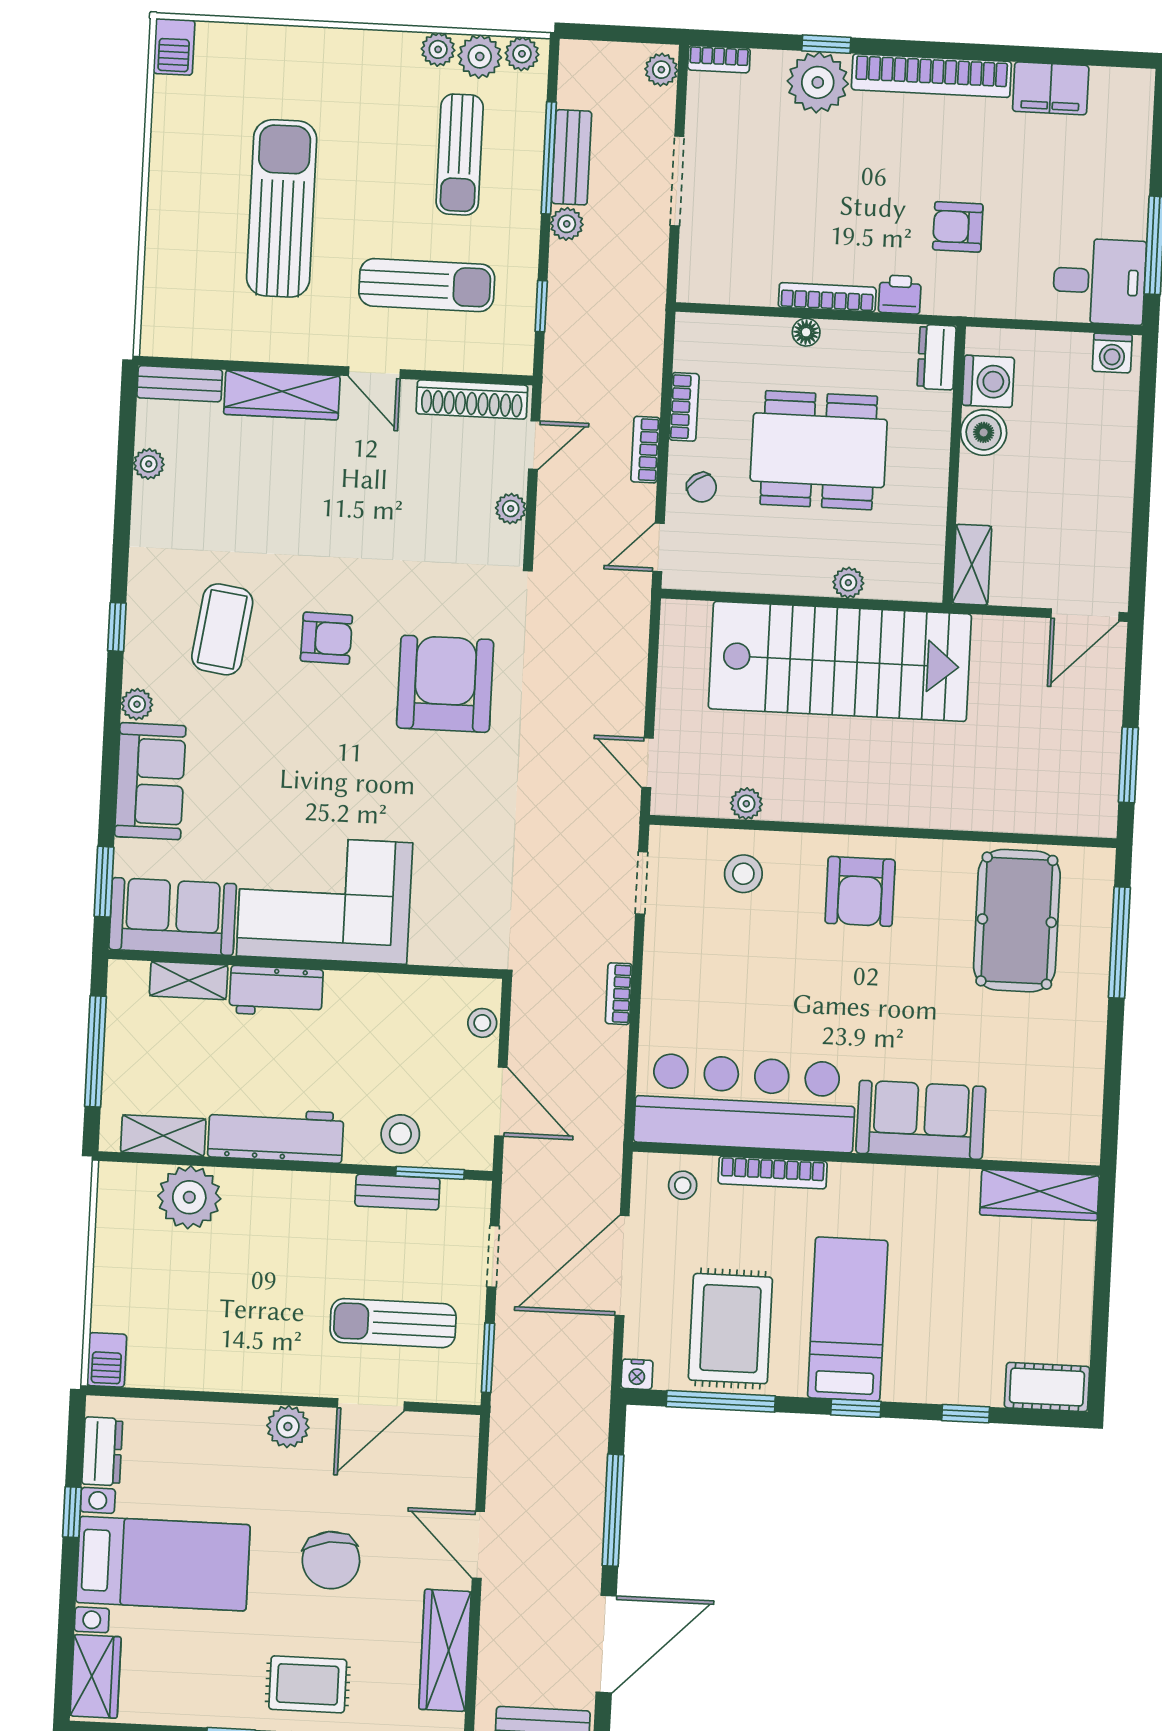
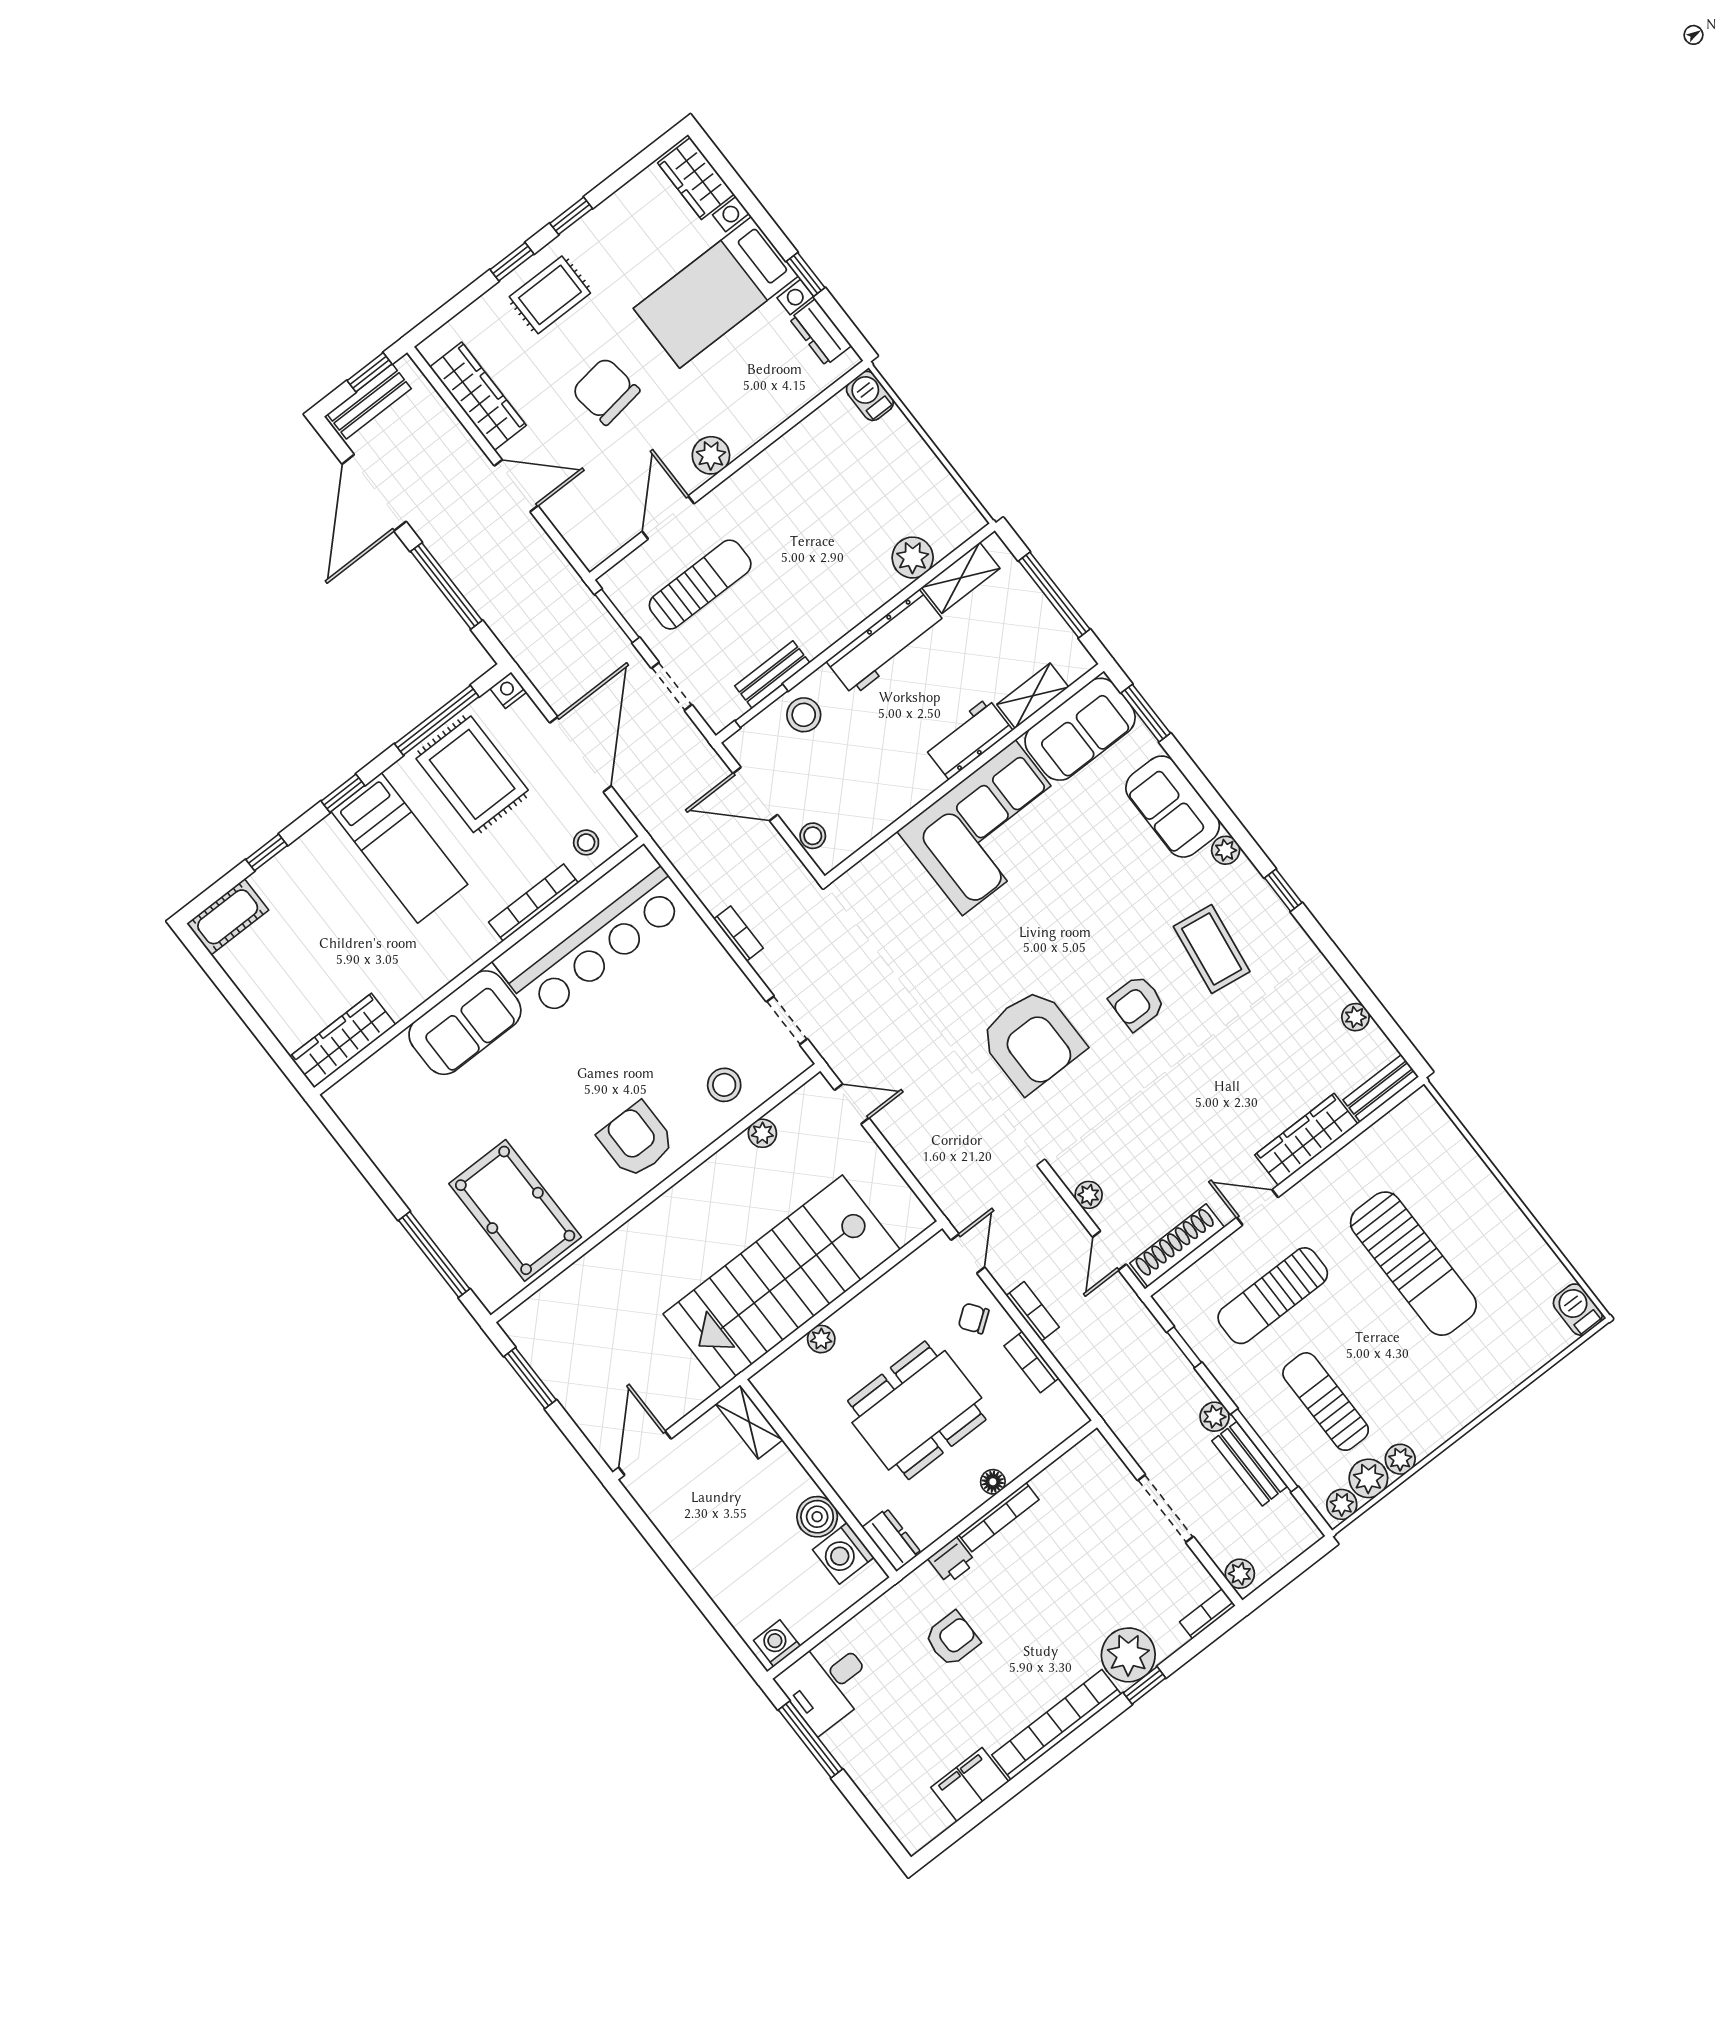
plant: (189, 1197) -> (913, 558), width x0.73, depth x0.73

